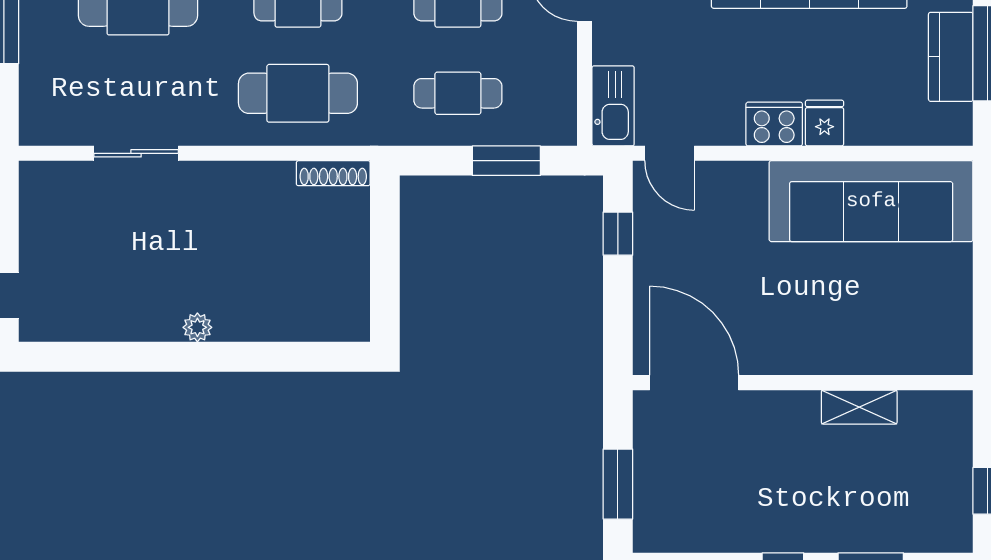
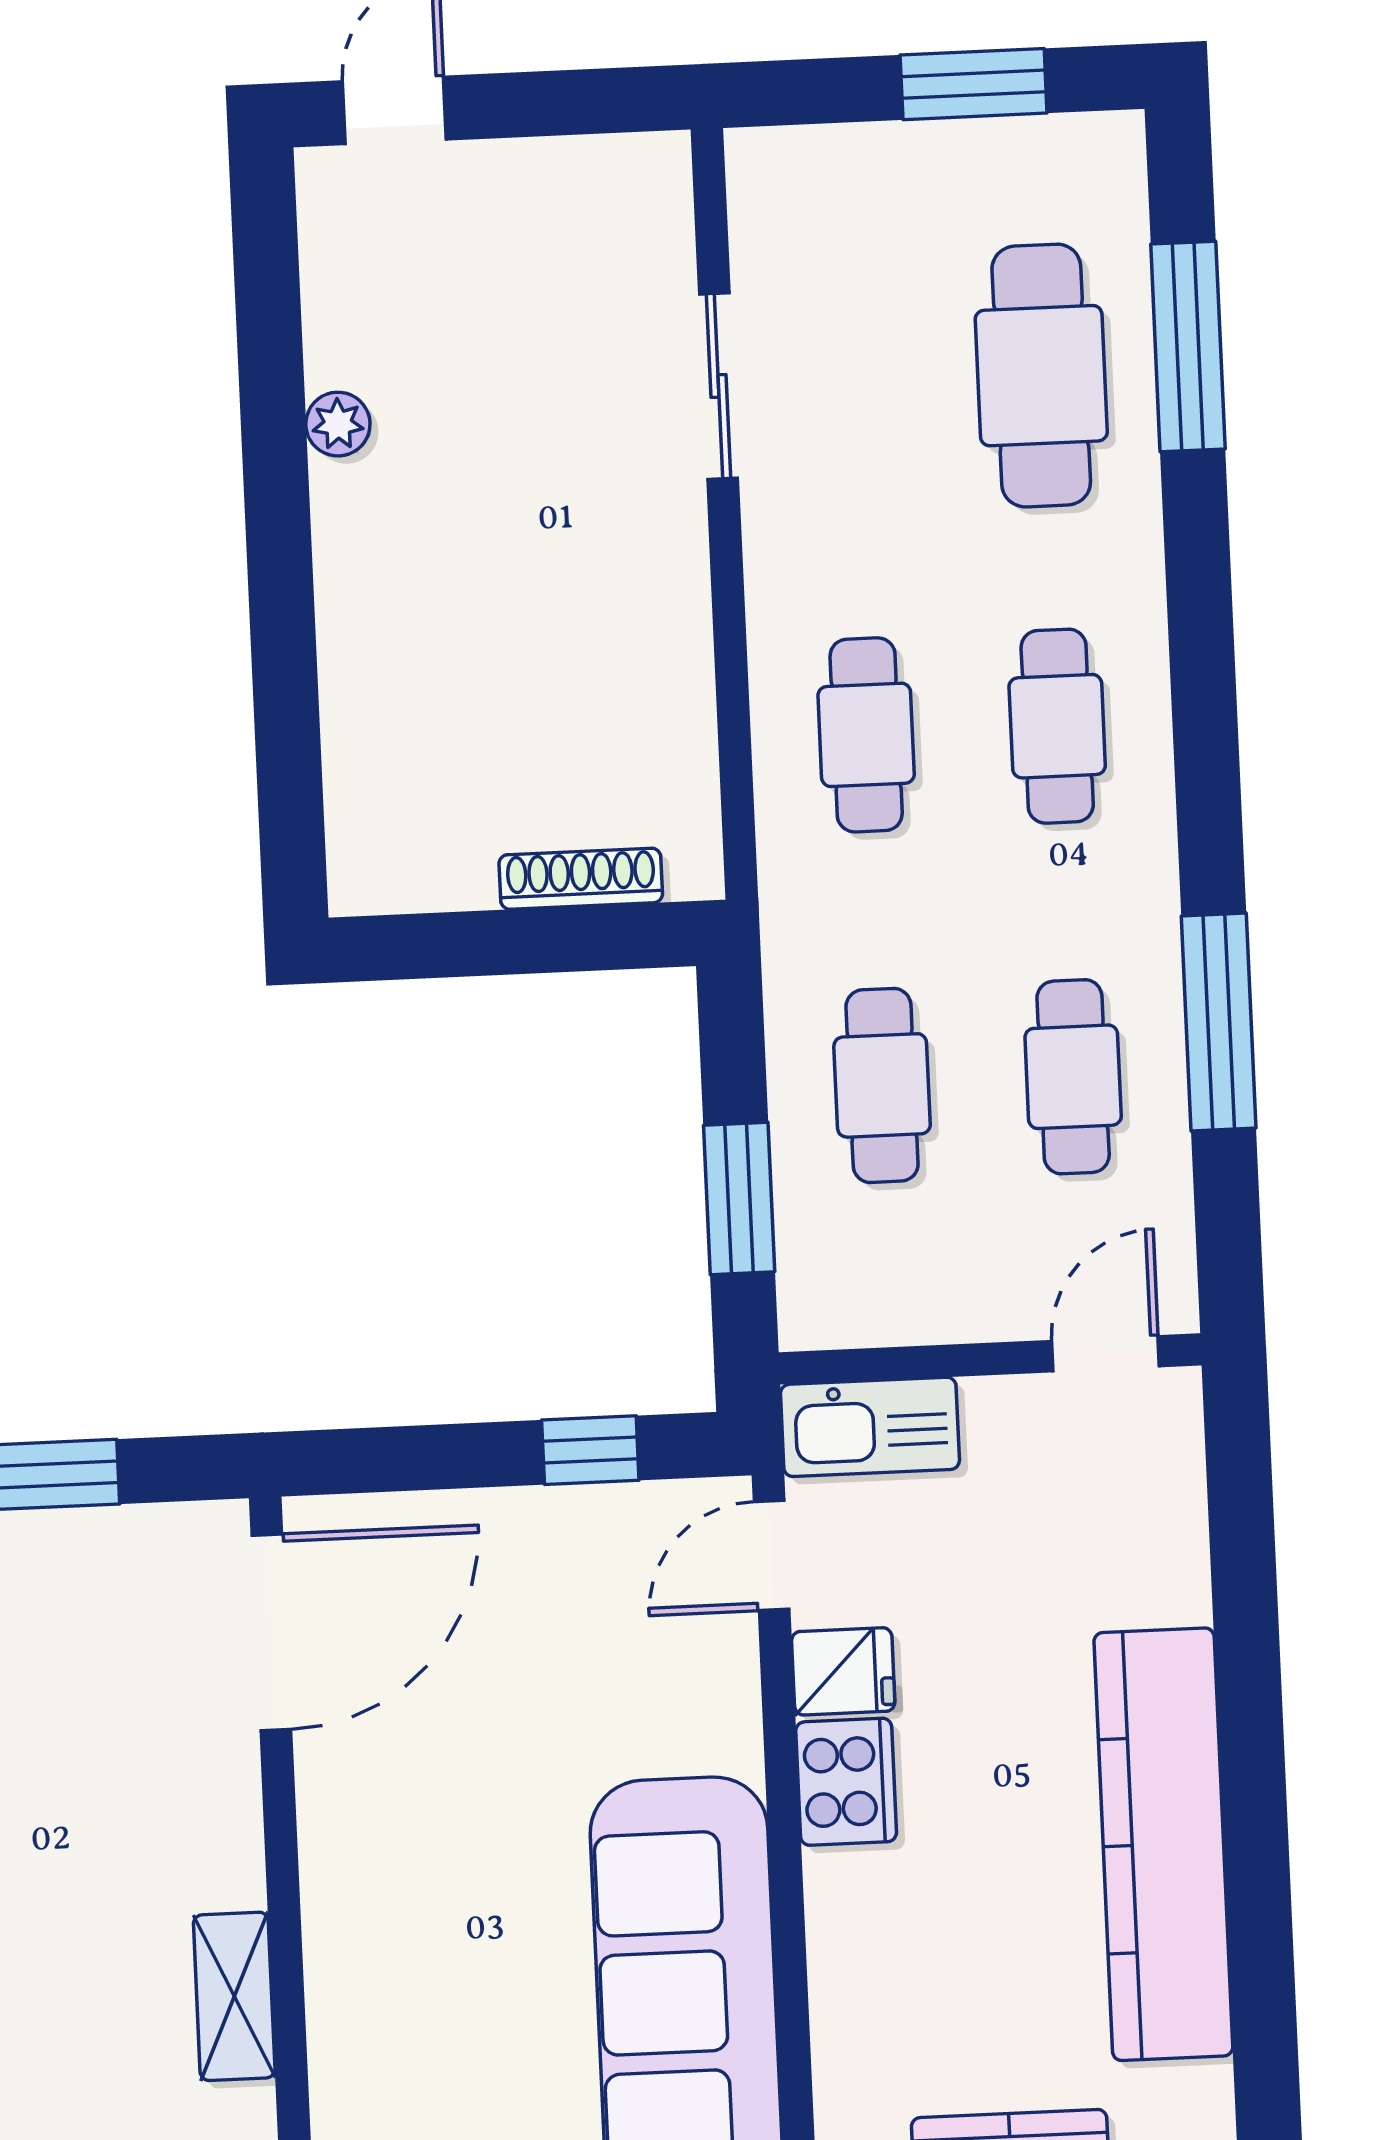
cafe table: (298, 93) -> (866, 735), width x0.73, depth x0.74
fridge: (824, 123) -> (843, 1671), moved
shoe rack: (333, 173) -> (581, 879), moved, turned 90
plant: (197, 327) -> (338, 424), moved

